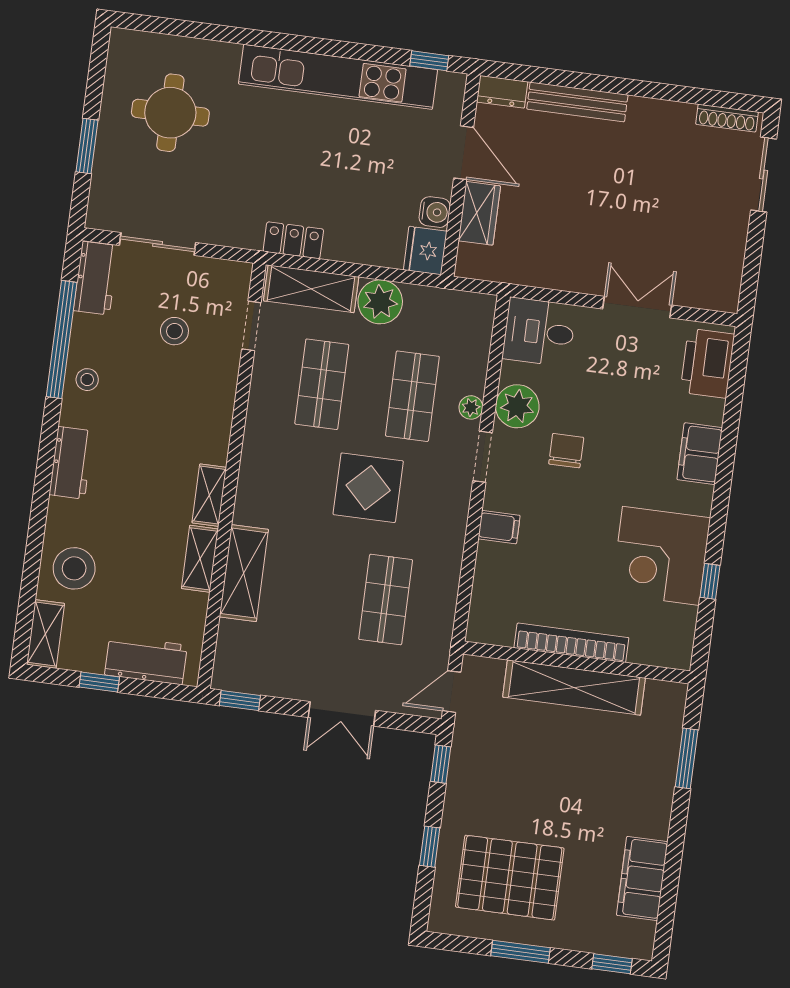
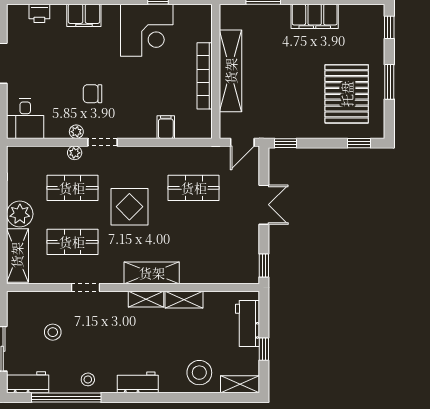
doorway: (251, 326) -> (85, 288), moved
printer: (707, 363) -> (39, 13), width x0.53, depth x0.68
plant: (517, 406) -> (76, 132), width x0.53, depth x0.53
filing cabinet: (499, 527) -> (166, 127), moved
shelving: (244, 573) -> (152, 273), moved
door: (452, 692) -> (242, 142), hinge flipped
window: (430, 847) -> (359, 143), moved
filing cabinet: (642, 878) -> (315, 16), moved

